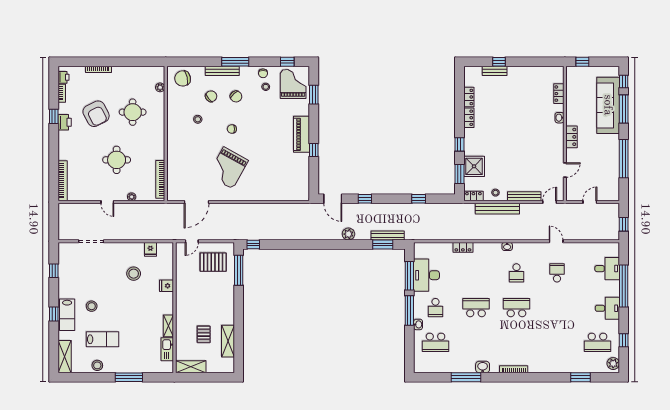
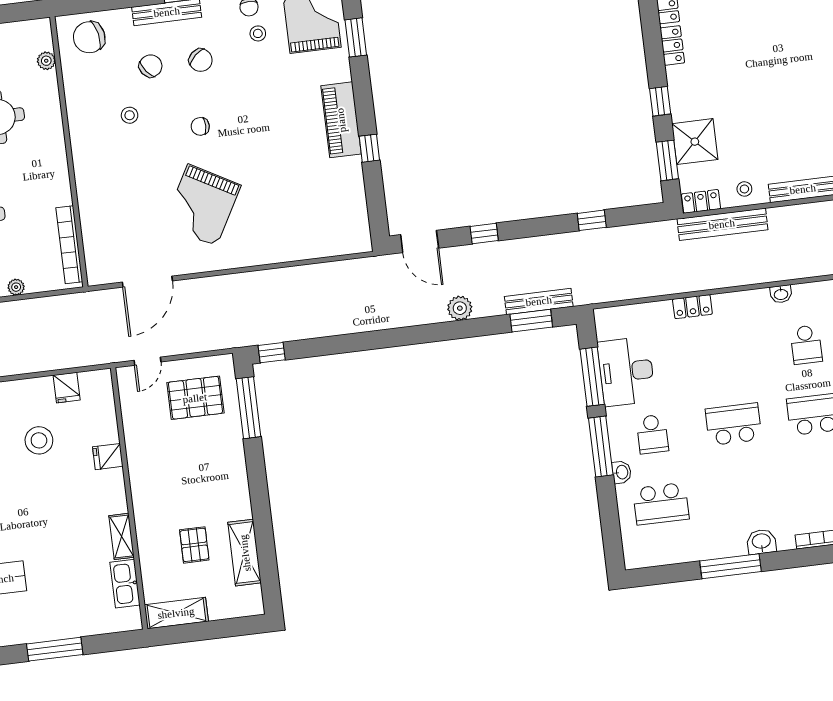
bench: (497, 209) -> (722, 224), moved

